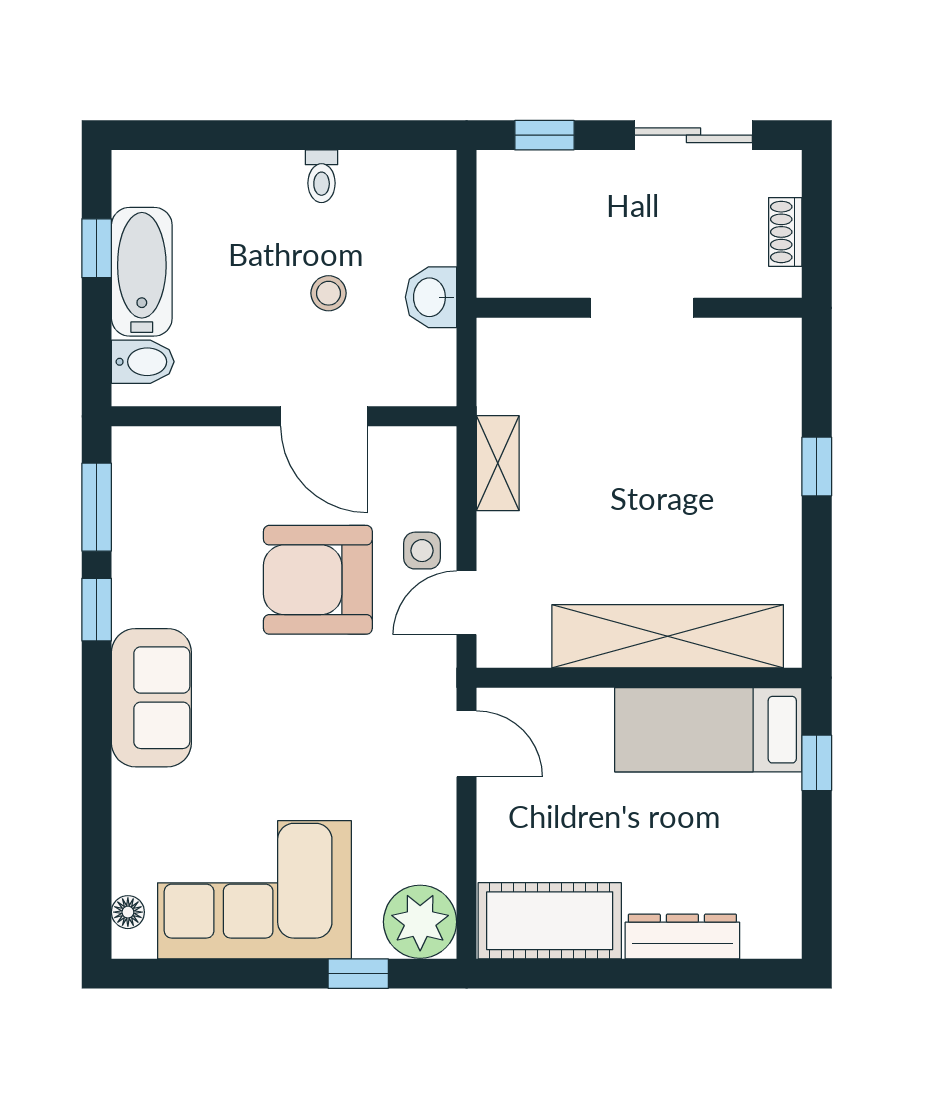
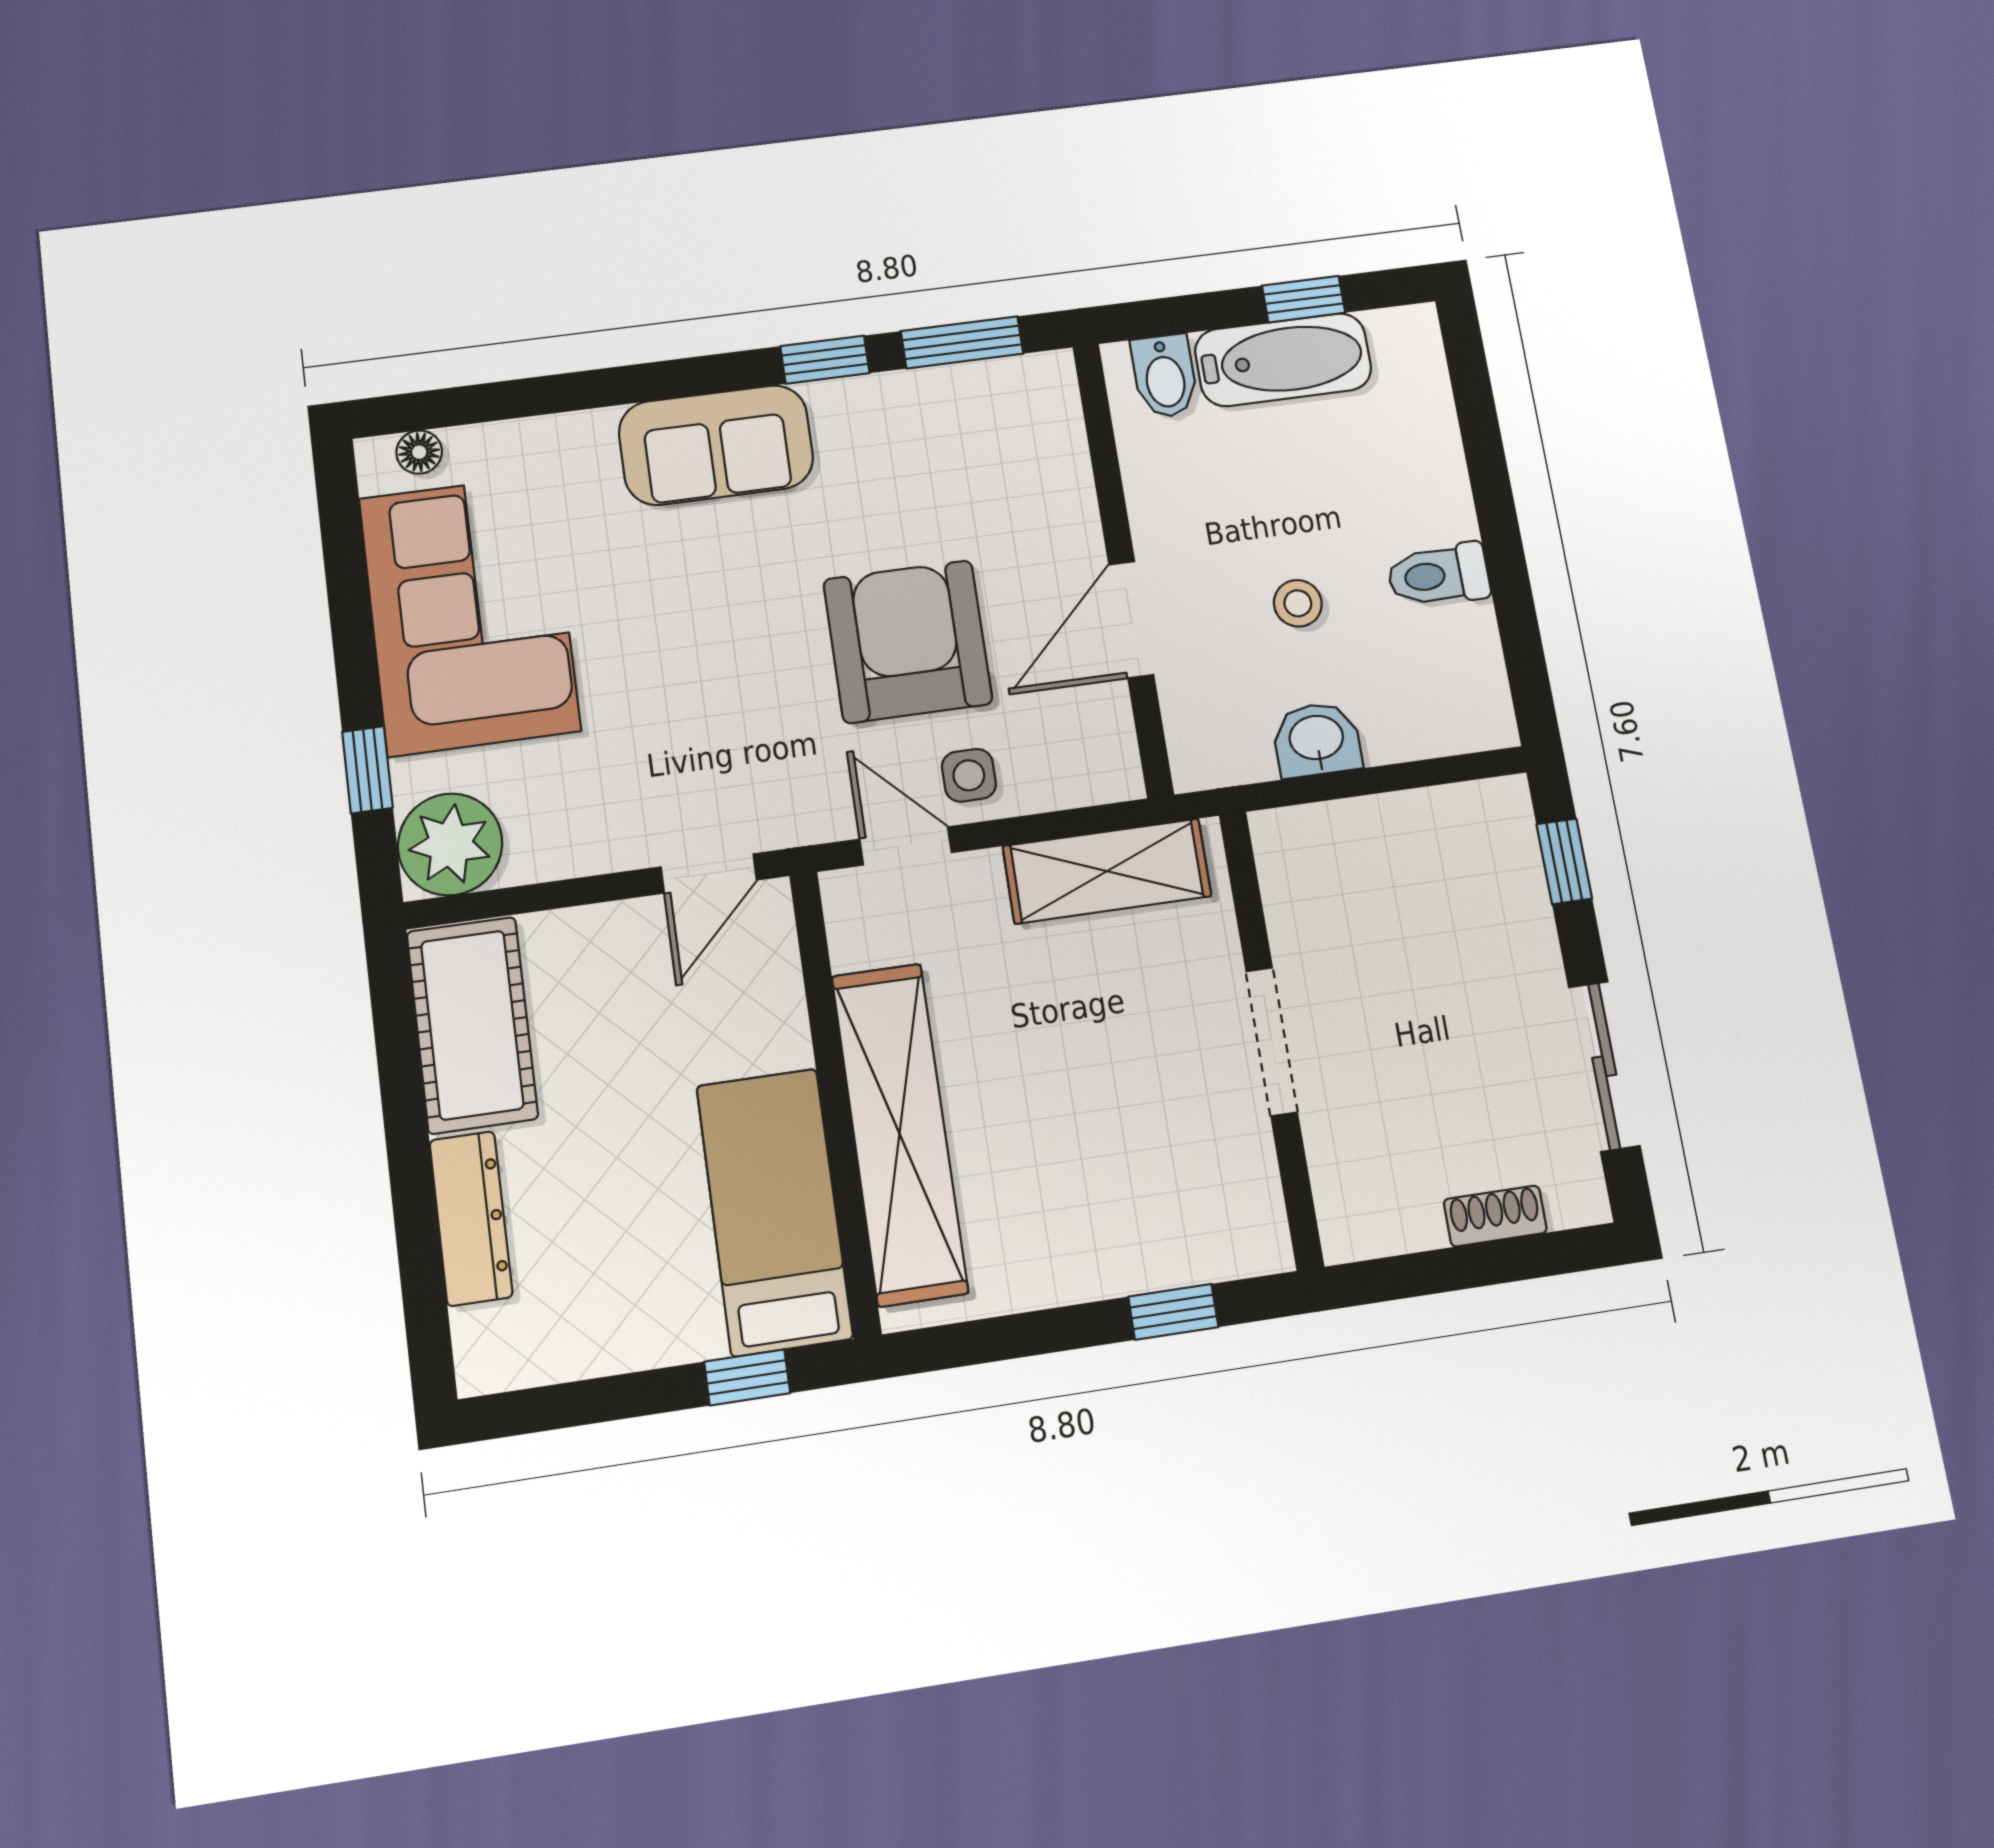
toilet: (322, 176) -> (1439, 575), width x1.37, depth x1.39
wall: (639, 308) -> (1271, 1038), moved
doorway: (642, 308) -> (1272, 1041), moved
shelving: (498, 463) -> (1107, 871), width x1.50, depth x1.33

